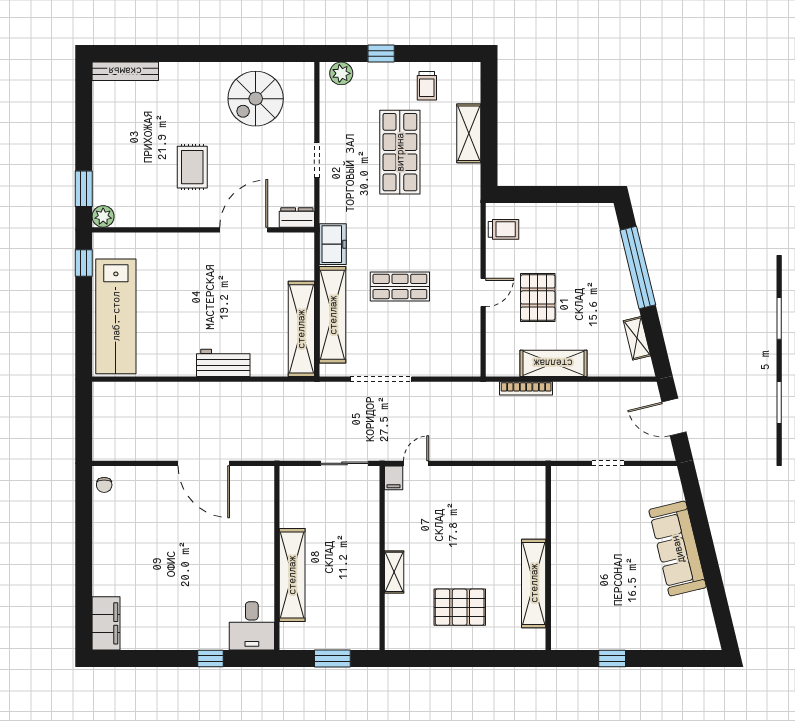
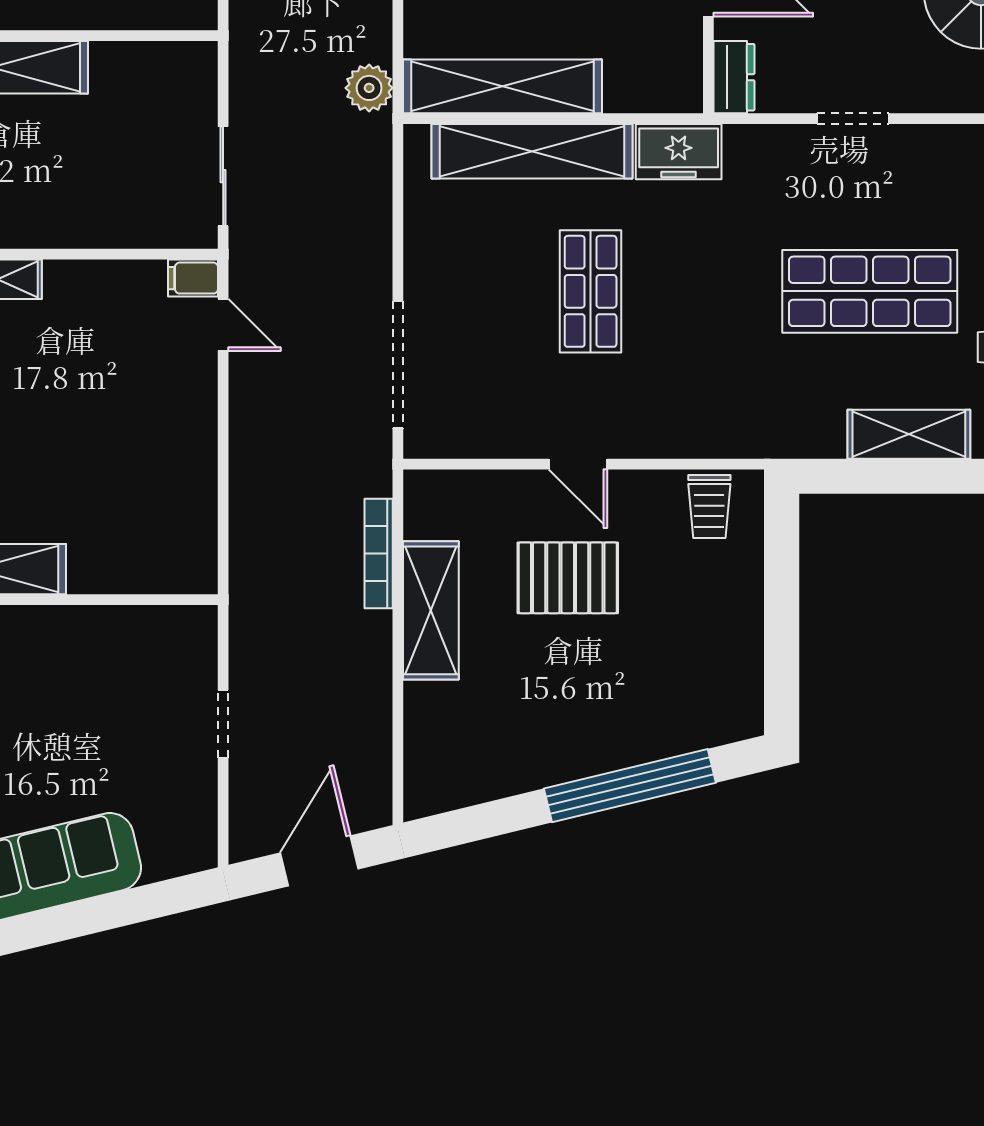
shelving: (637, 338) -> (483, 784), removed
doorway: (381, 379) -> (398, 365), moved
plant: (302, 393) -> (369, 88), added

